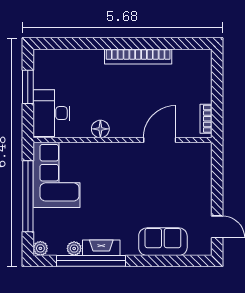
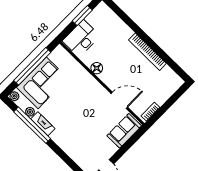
corner sofa: (57, 175) -> (42, 83), moved
sofa: (163, 242) -> (124, 131), moved, turned -90

